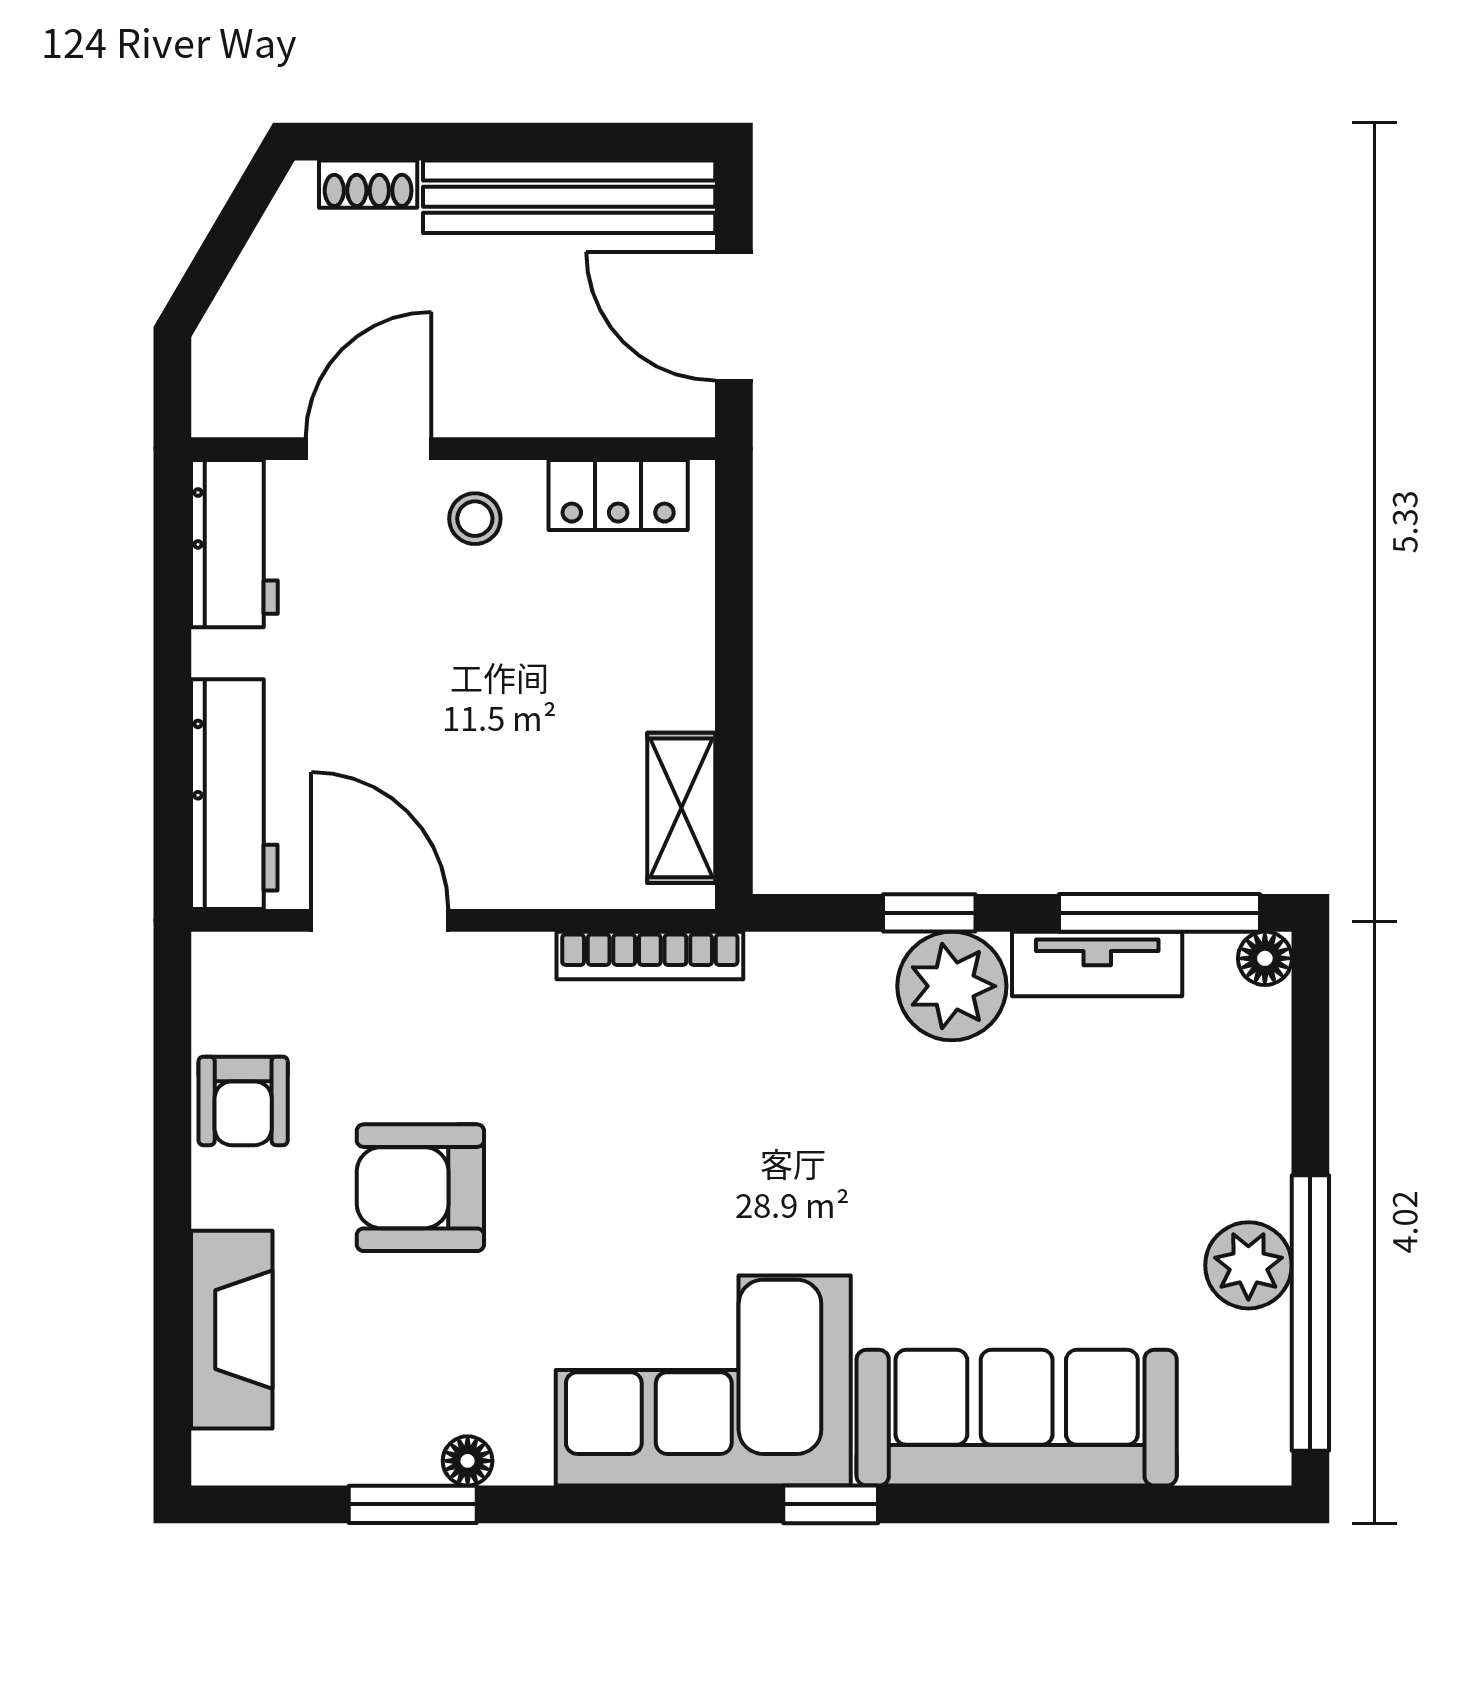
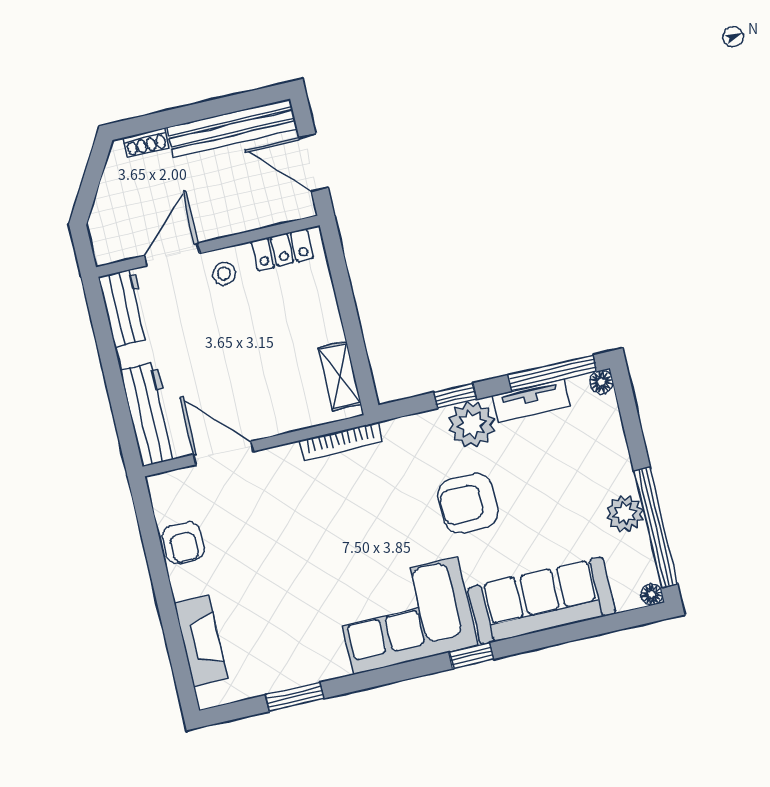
armchair: (420, 1188) -> (468, 503), moved
floor lamp: (468, 1461) -> (652, 594), moved

